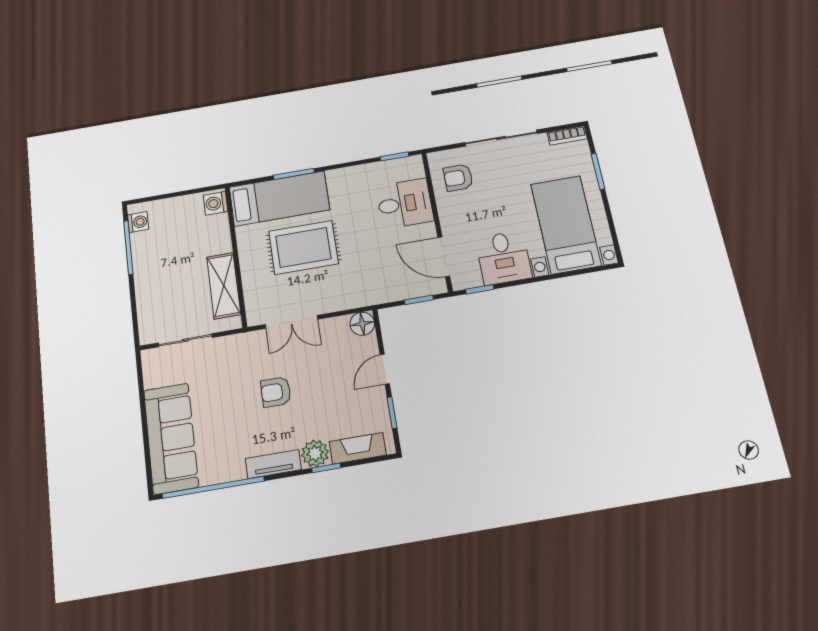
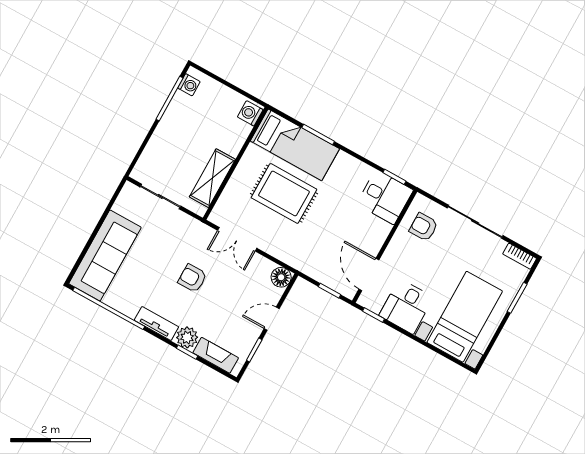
desk: (405, 204) -> (385, 197), moved

